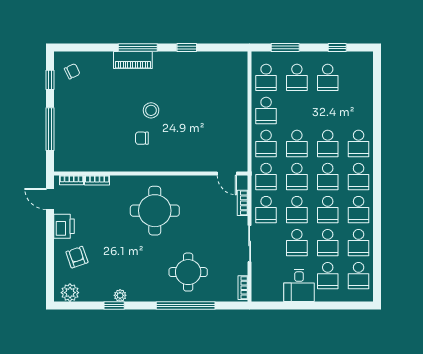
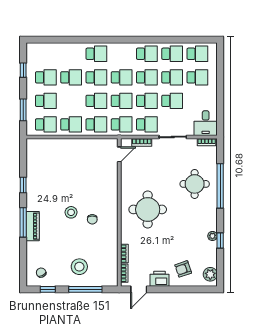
stool: (80, 121) -> (79, 267), added
school desk: (359, 177) -> (71, 77), moved
desk: (299, 285) -> (206, 123), moved, turned 90

